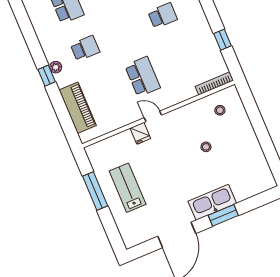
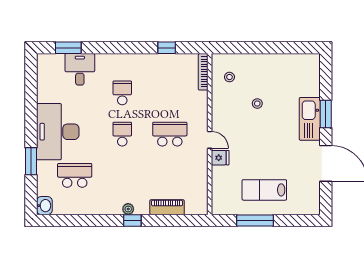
school desk: (85, 48) -> (122, 134), moved
piano: (78, 108) -> (167, 207), width x0.73, depth x0.75
door: (153, 116) -> (210, 140), swing flipped

